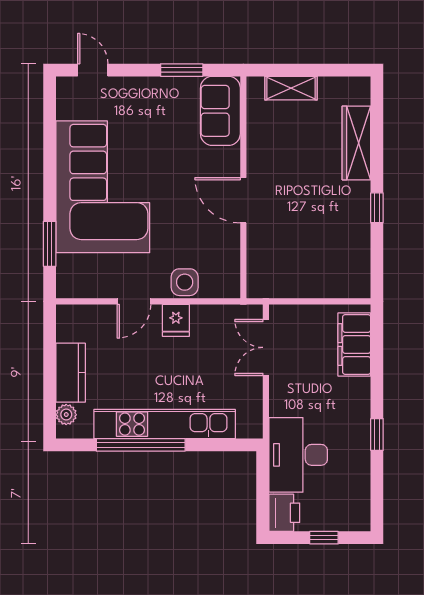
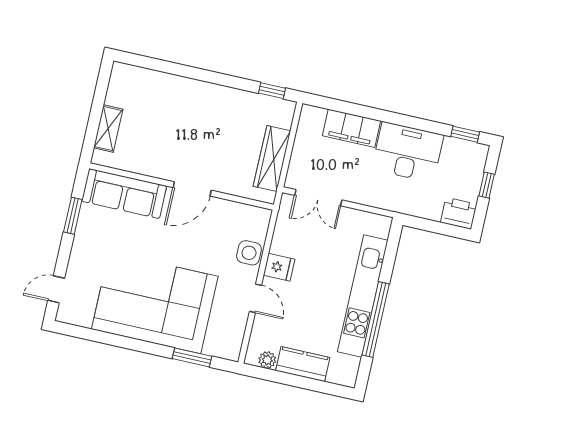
sofa: (220, 111) -> (124, 194), width x1.36
wardrobe: (356, 143) -> (272, 159), moved, turned 90
window: (377, 208) -> (272, 91), moved
filing cabinet: (354, 344) -> (351, 128), moved
plant: (66, 415) -> (267, 360), moved
window: (377, 435) -> (465, 134), moved
desk: (298, 455) -> (408, 152), moved, turned 180

